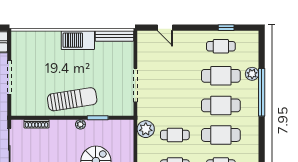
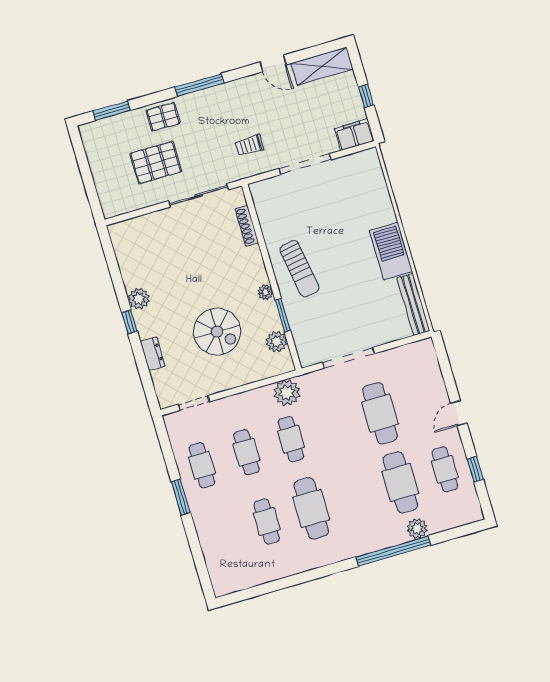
door: (165, 28) -> (459, 413), moved
sun lounger: (72, 99) -> (299, 269), width x0.73, depth x0.75
cafe table: (221, 105) -> (380, 413), moved
plant: (113, 126) -> (277, 342), added

